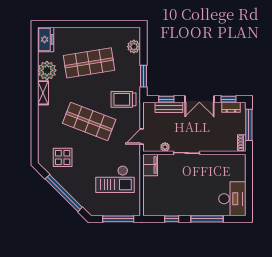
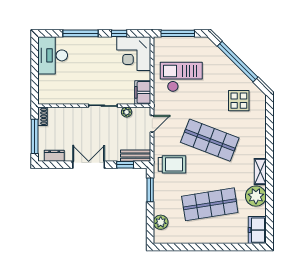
window: (228, 99) -> (57, 165), removed
bench: (169, 107) -> (136, 156), moved
corner desk: (158, 200) -> (134, 54), added

